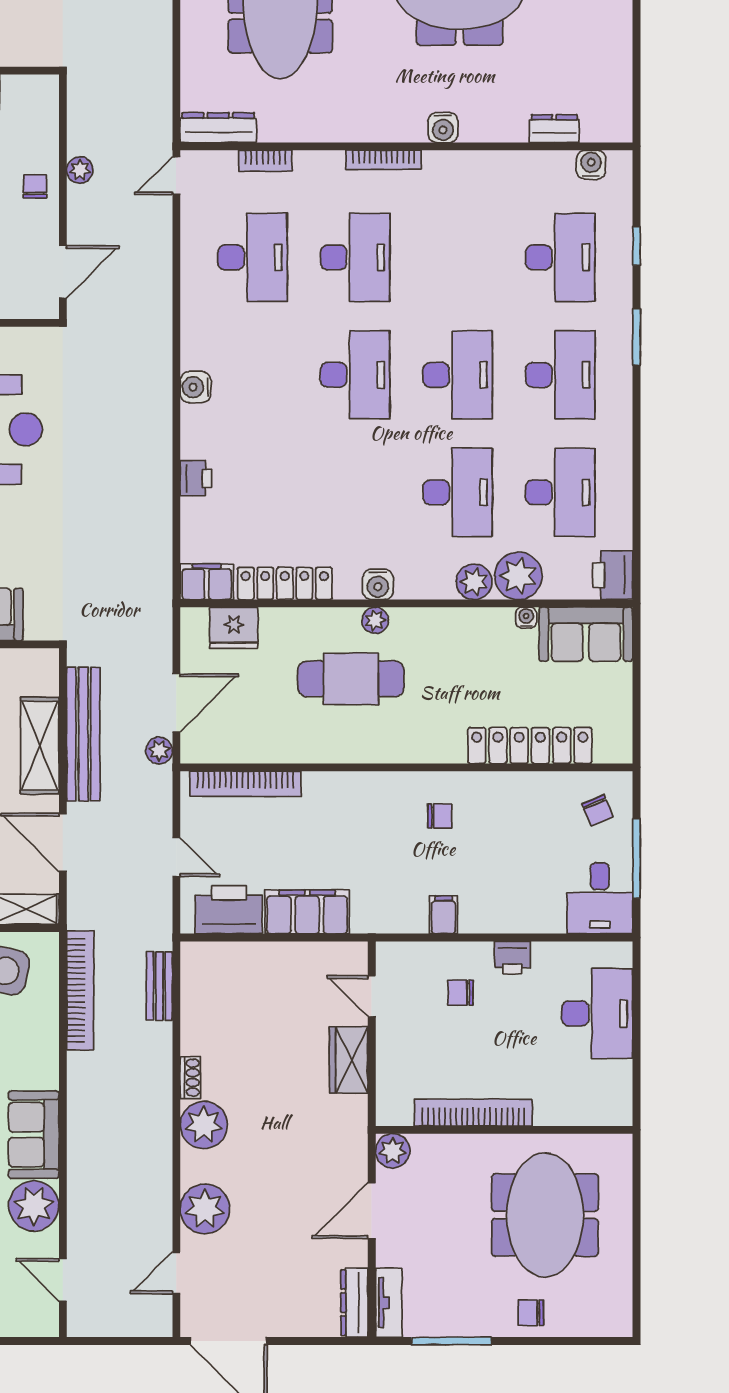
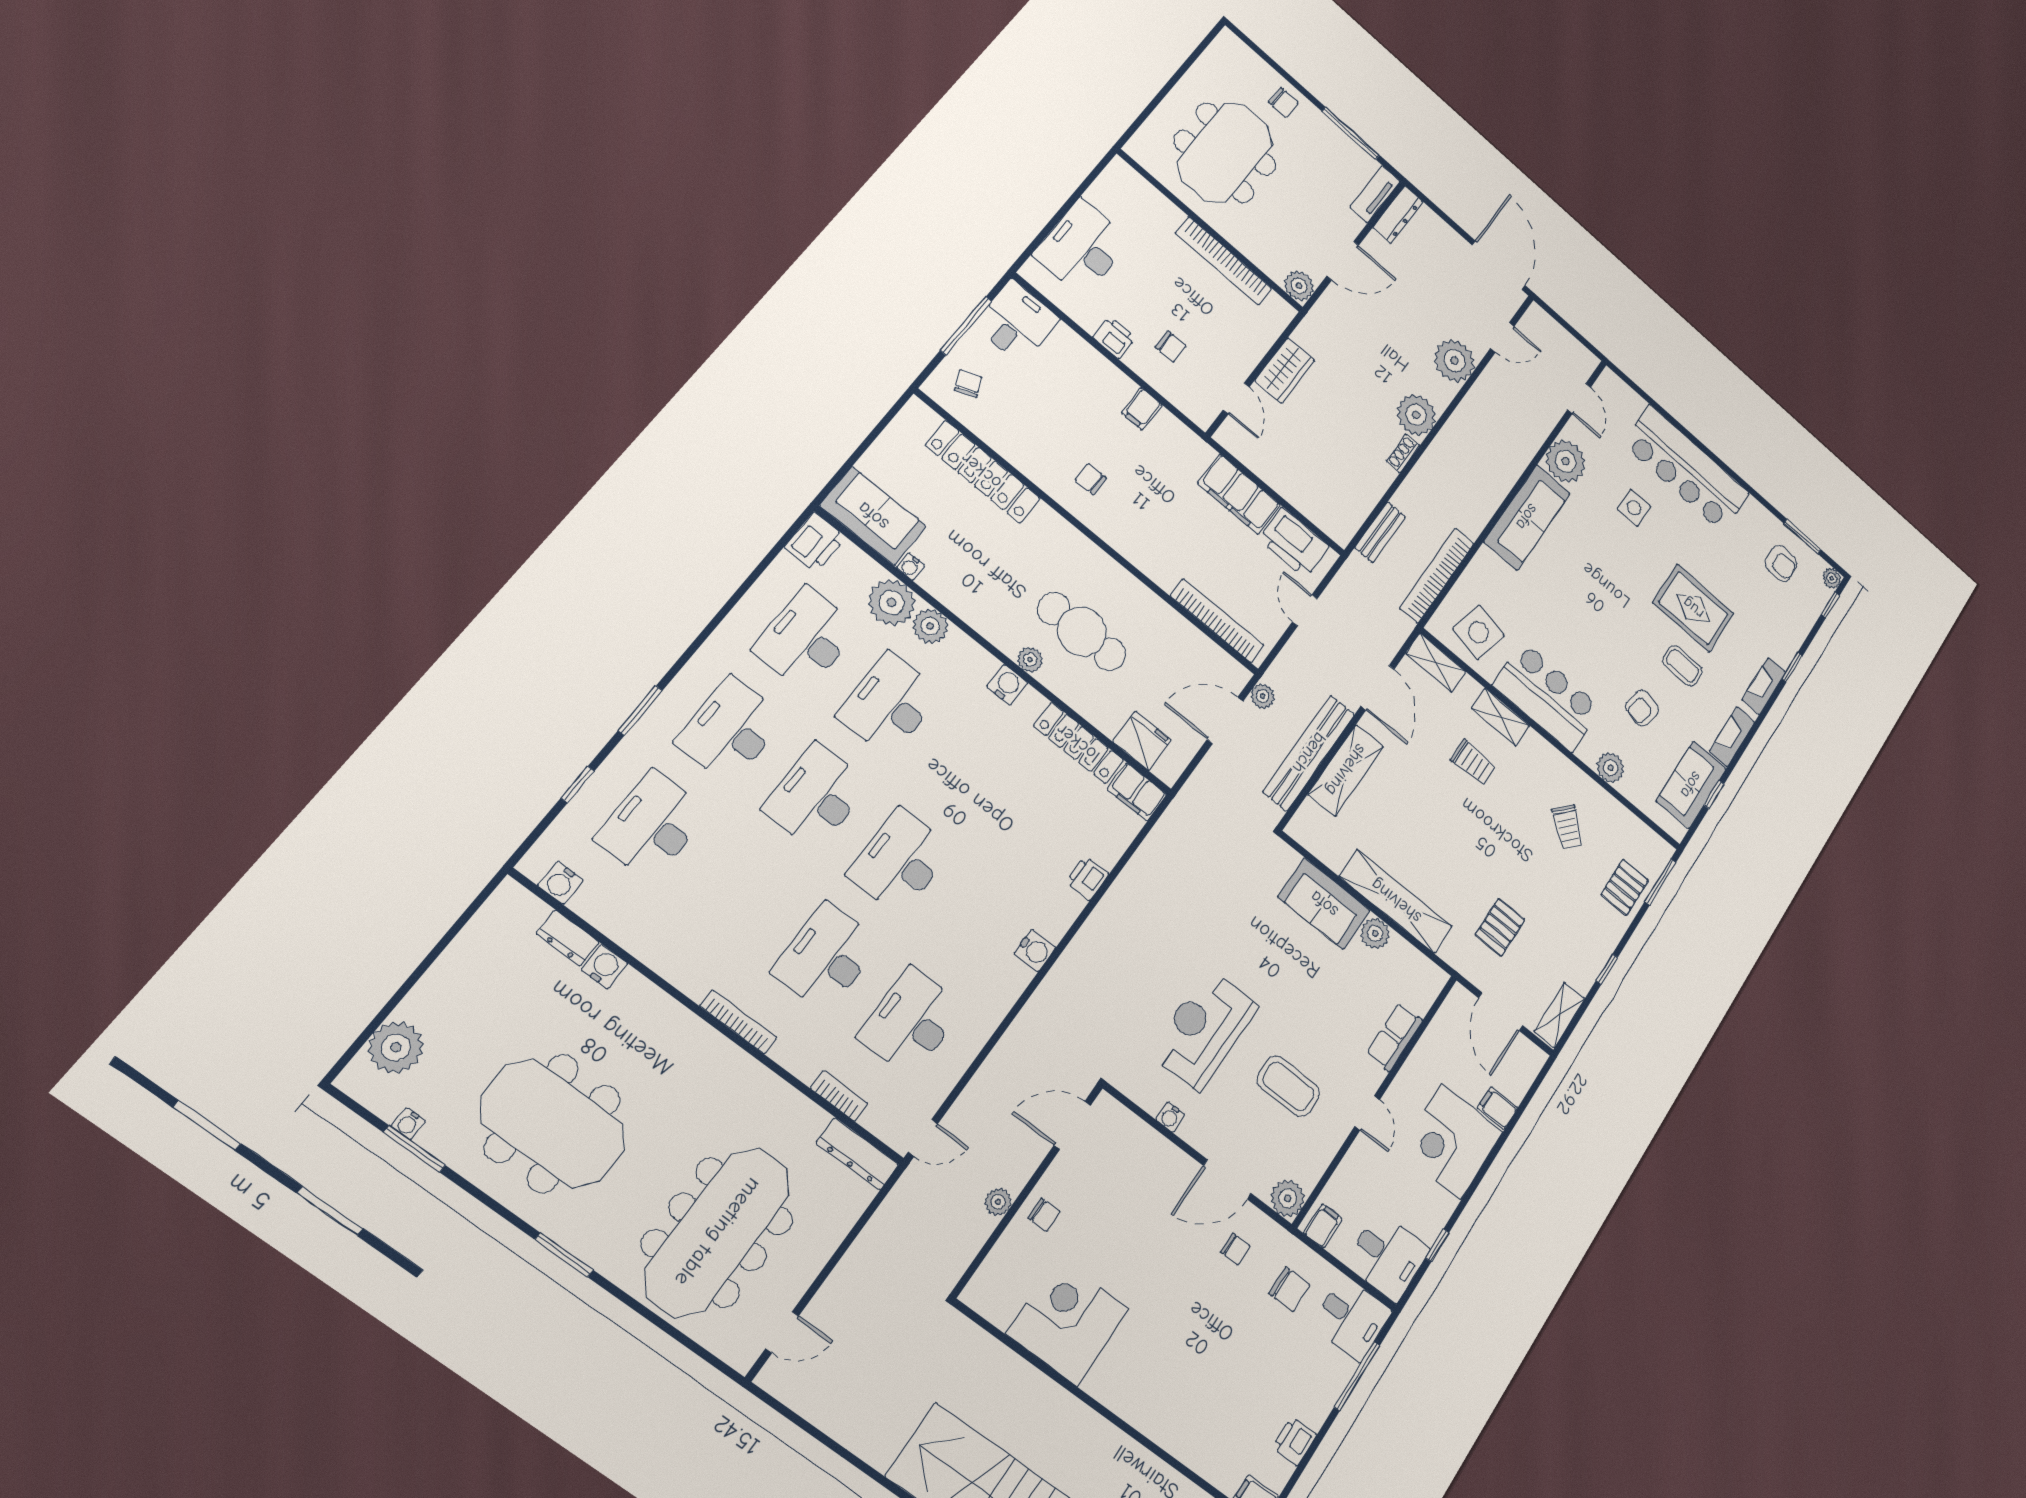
water cooler: (443, 128) -> (604, 967), moved
chair: (35, 186) -> (1044, 1215), turned -90
sofa: (34, 1135) -> (1527, 517), width x1.36

